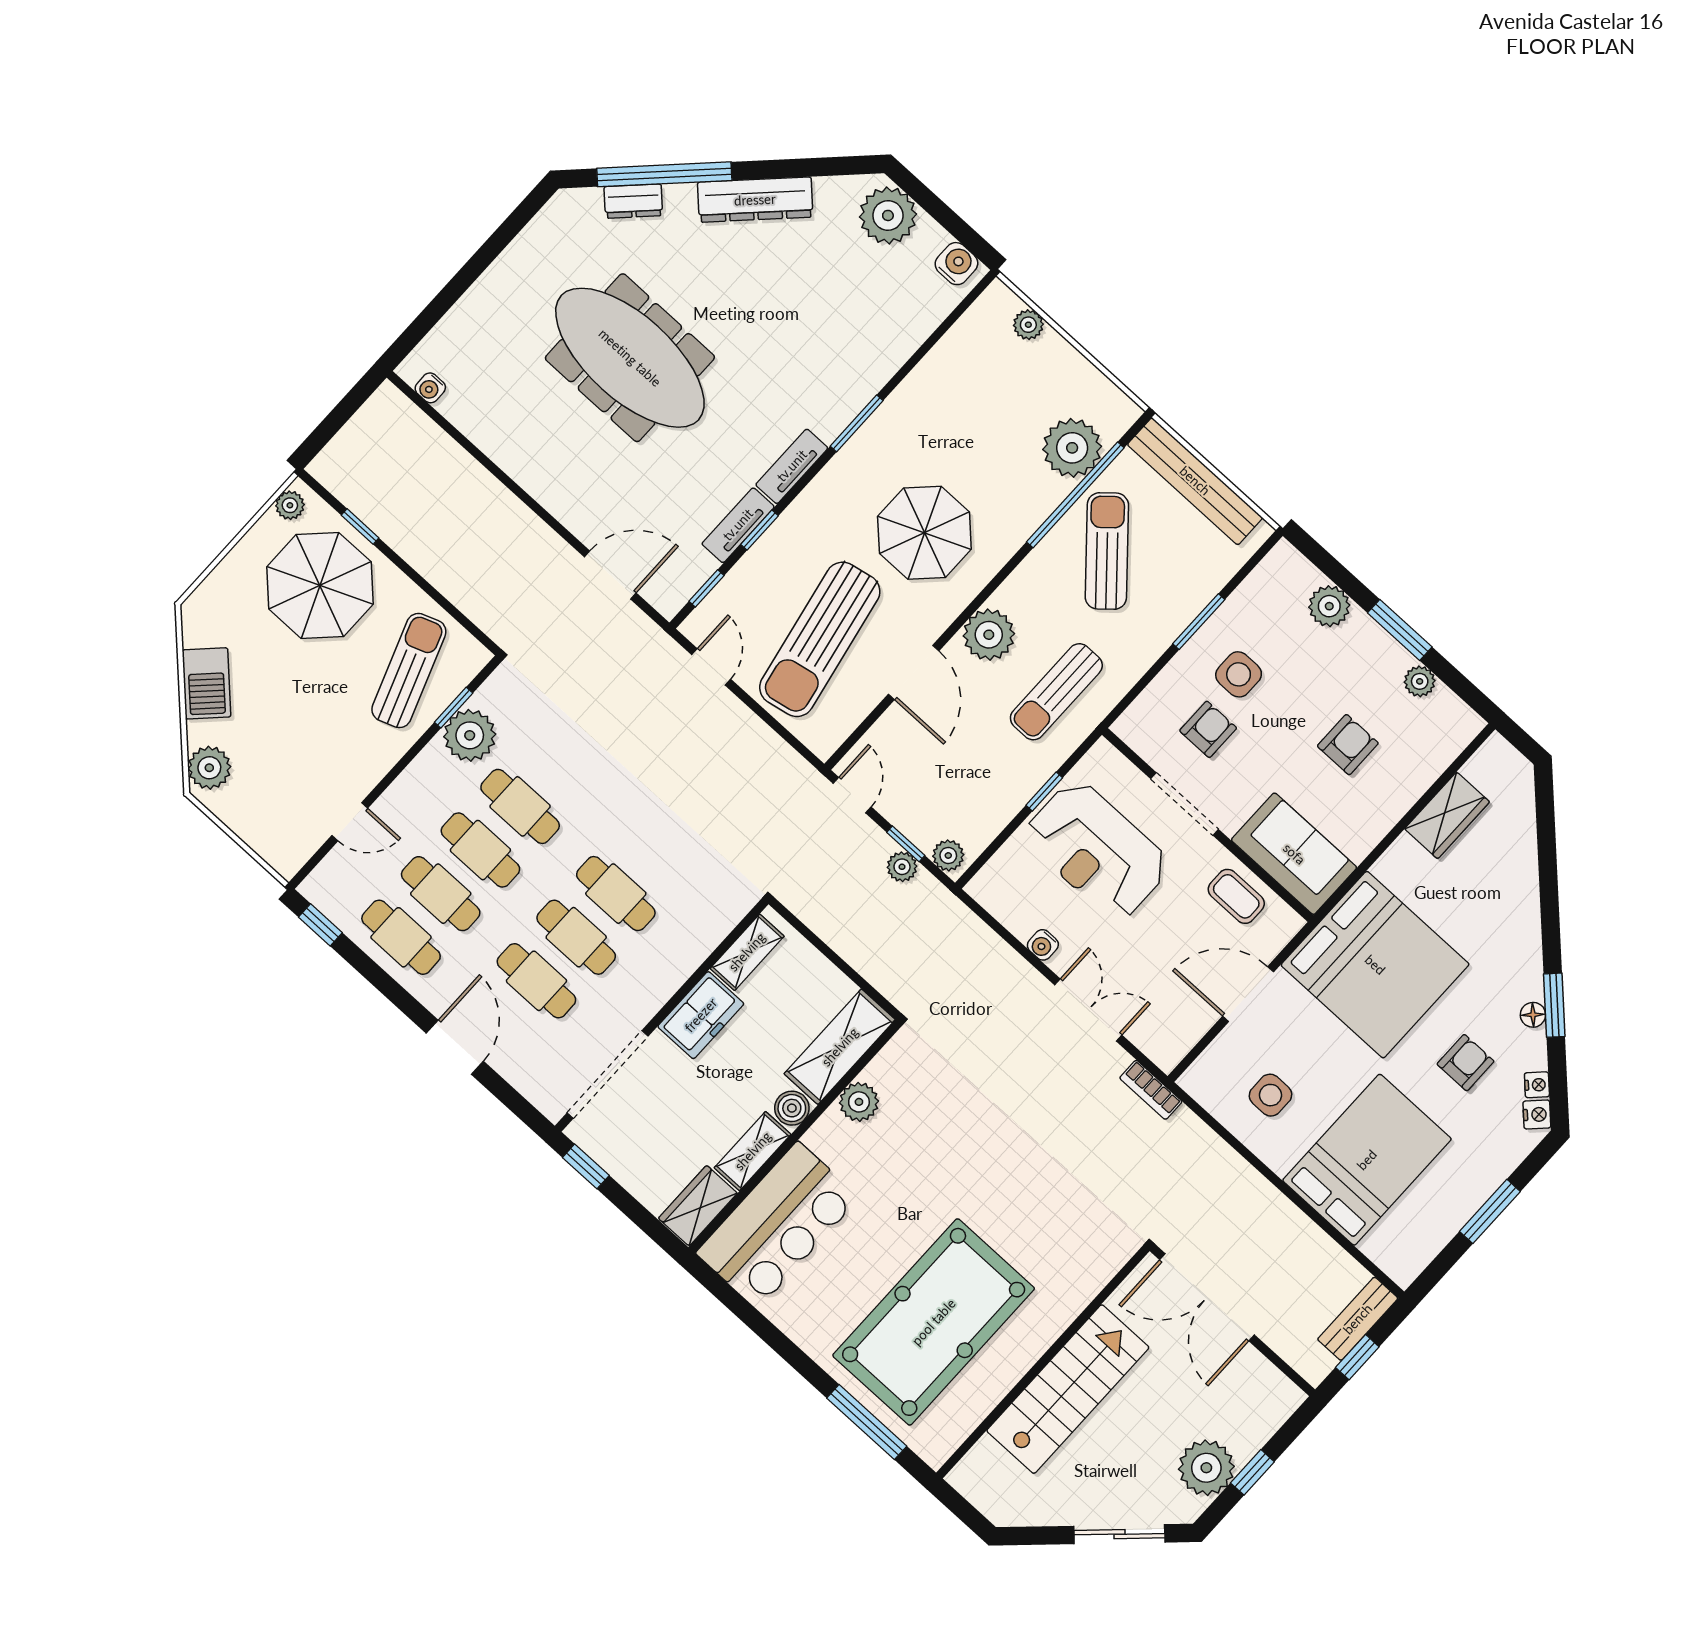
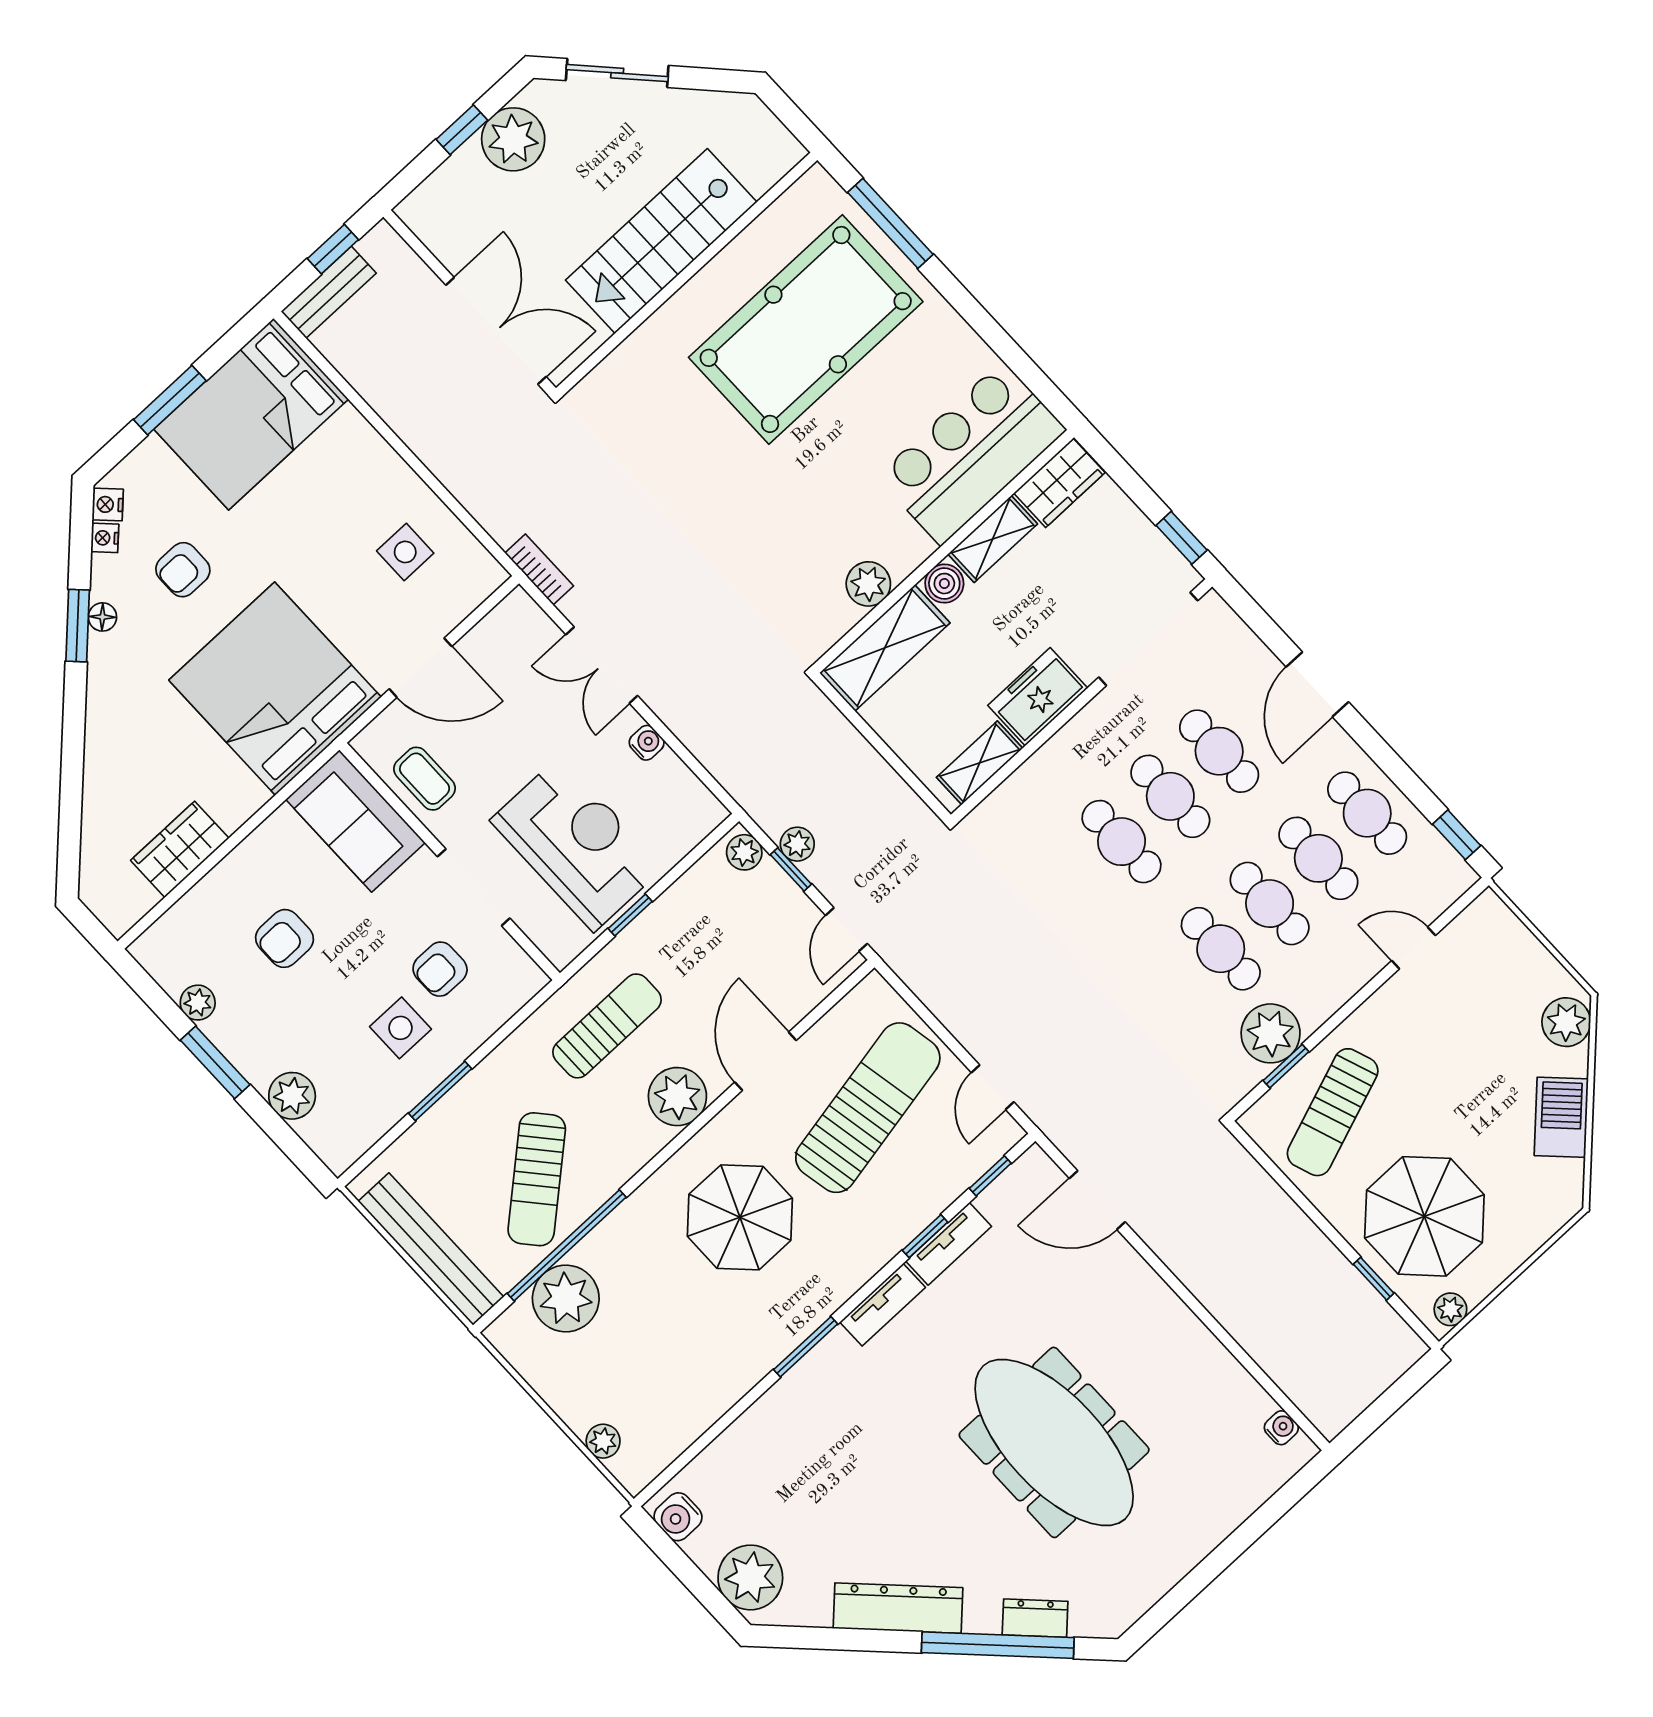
bed: (1367, 1160) -> (251, 414), moved

